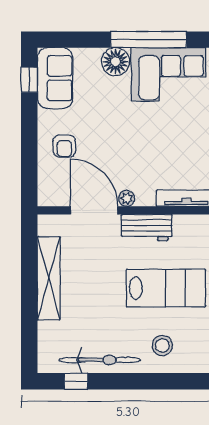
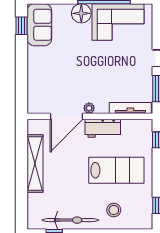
armchair: (64, 146) -> (46, 72), removed
door: (94, 210) -> (66, 116), swing flipped

